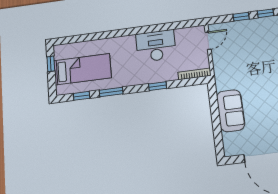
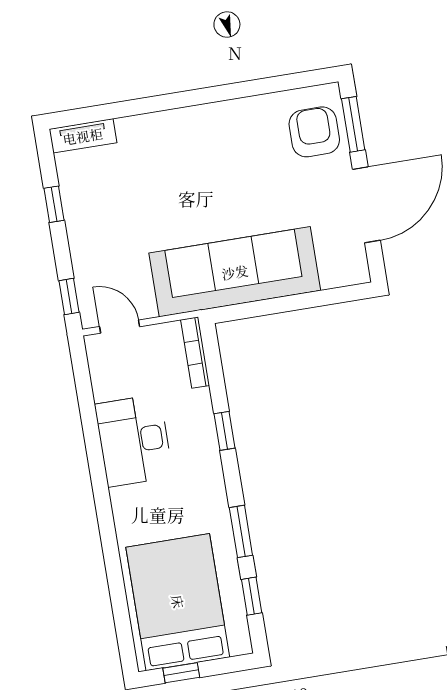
window: (241, 17) -> (69, 296), moved
bed: (82, 69) -> (178, 602), width x1.50
sofa: (231, 111) -> (235, 272), width x1.85, depth x1.27

